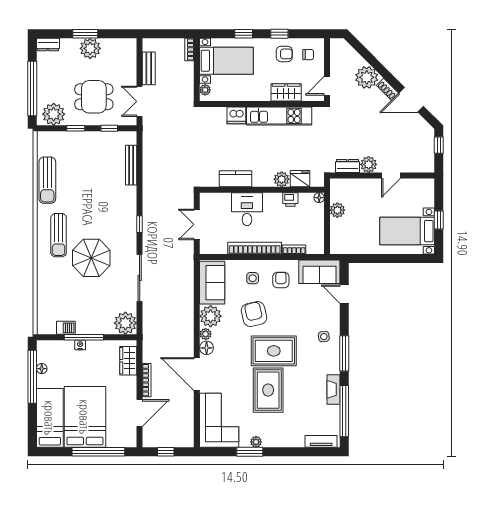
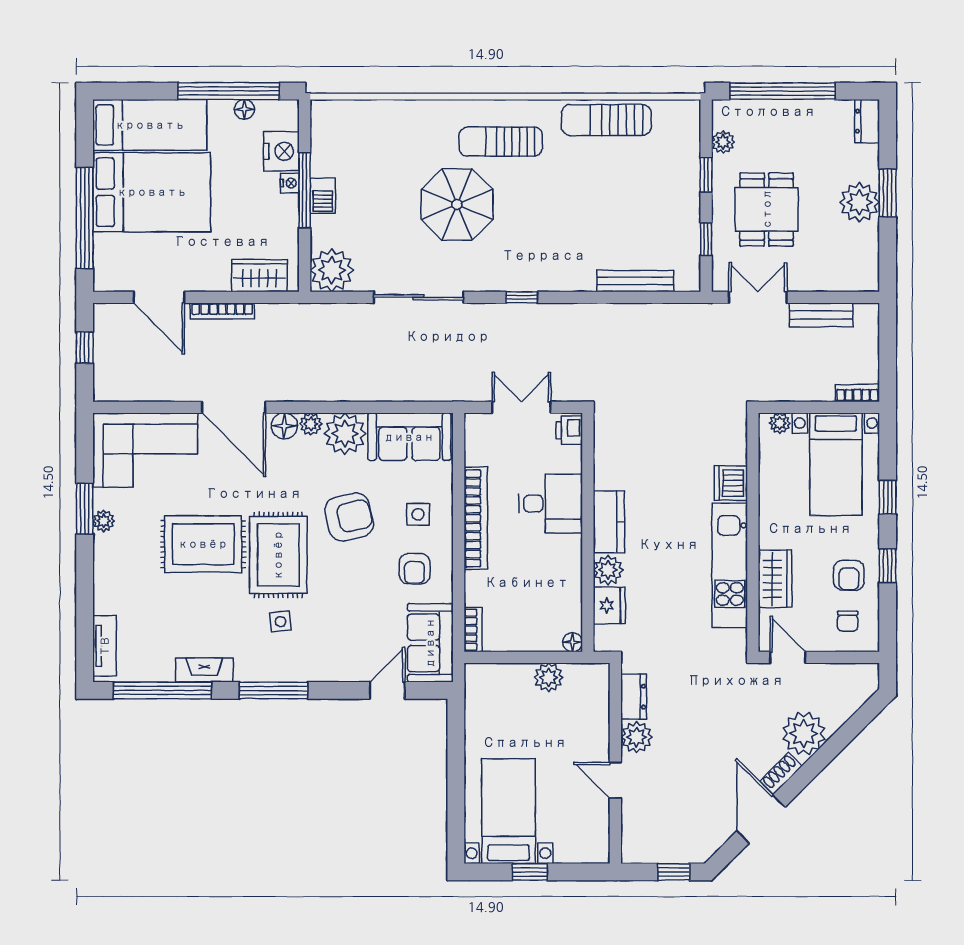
plant: (54, 114) -> (723, 142), width x0.53, depth x0.53
kitchen counter: (235, 179) -> (609, 522), moved
printer: (290, 199) -> (569, 430), moved
bookcase: (294, 250) -> (473, 630), moved
armchair: (281, 280) -> (415, 569), turned 90
barbecue: (66, 328) -> (323, 196), moved
side table: (324, 337) -> (281, 622), moved
nightstand: (64, 349) -> (281, 151), added
door: (197, 374) -> (234, 407), swing flipped

